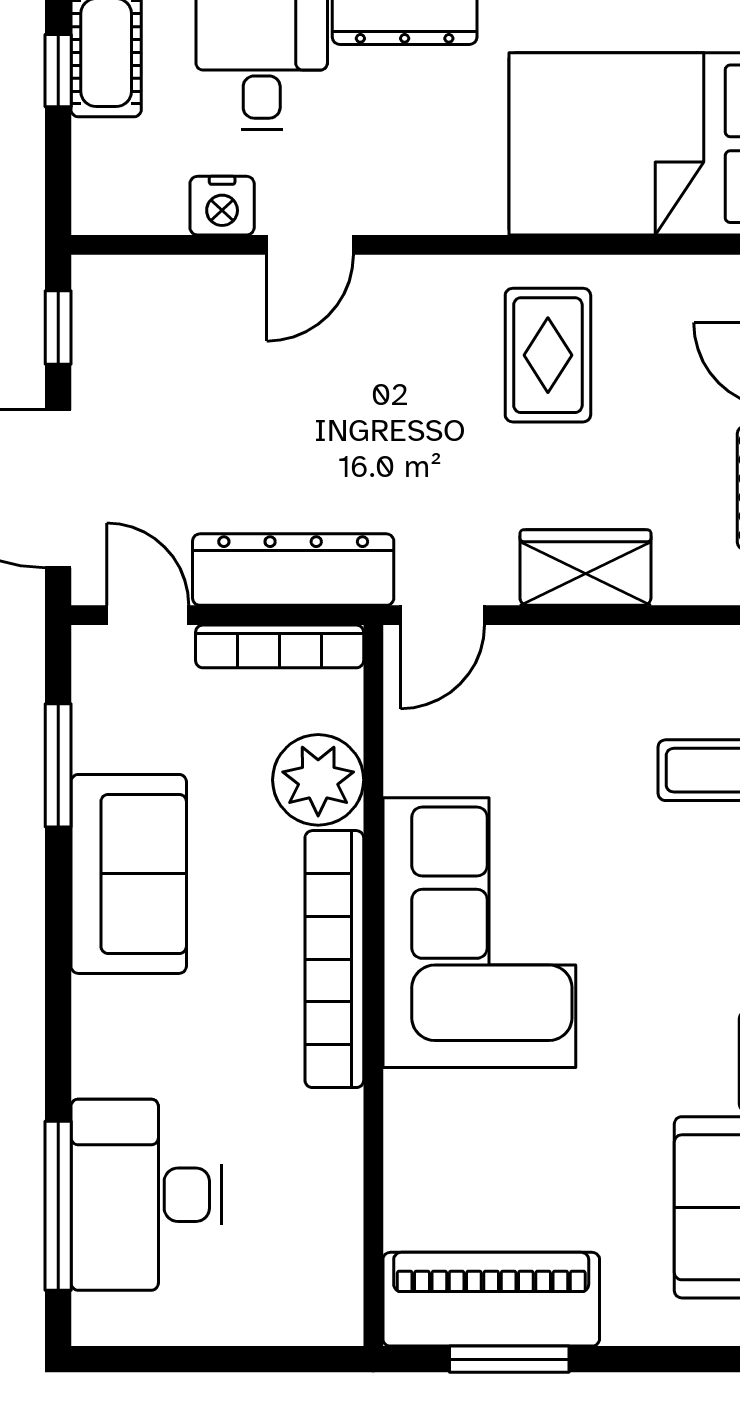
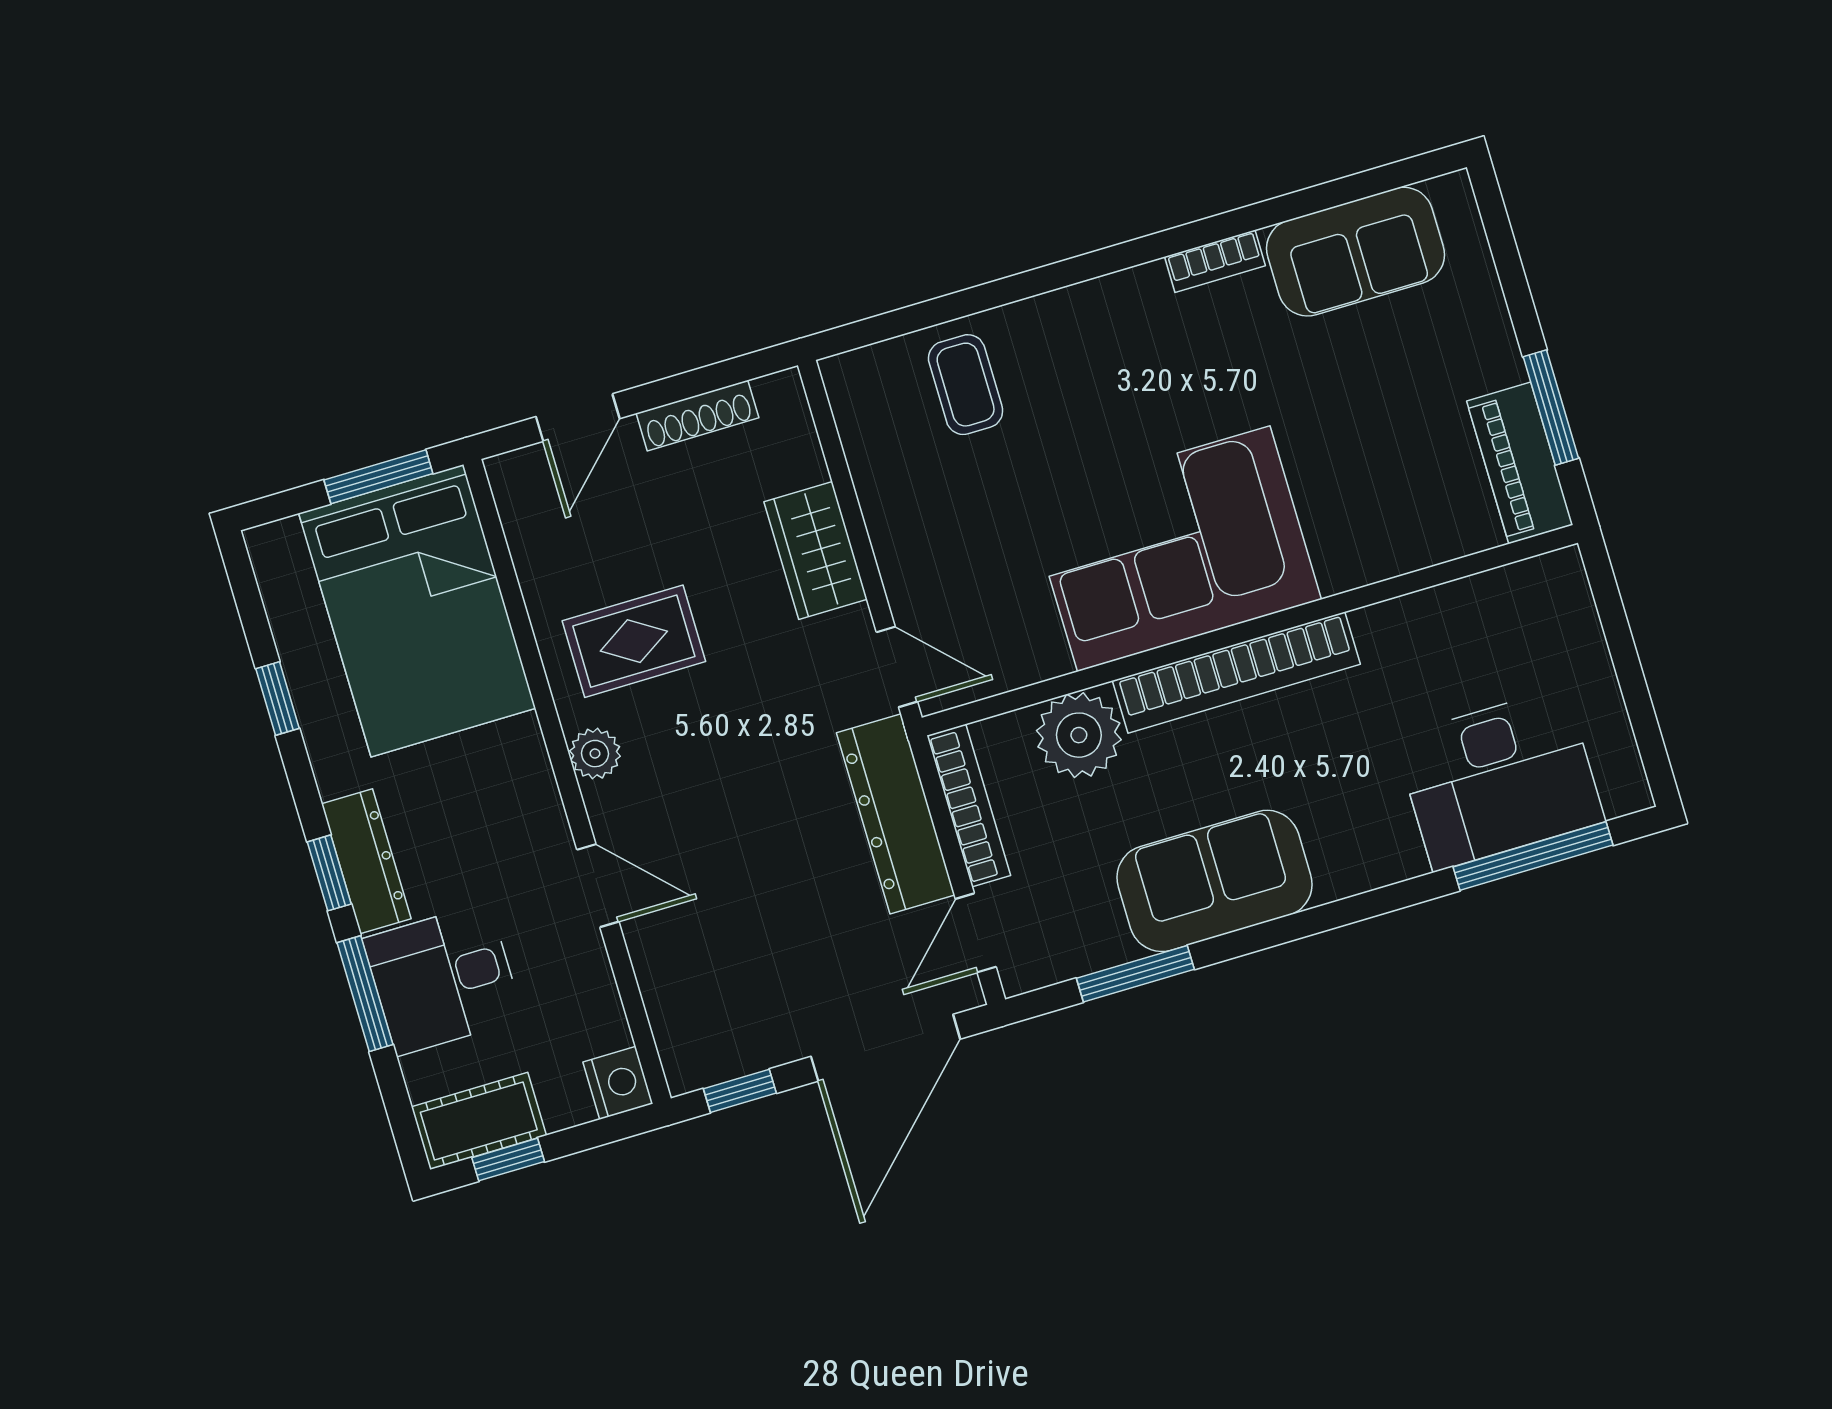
nightstand: (222, 206) -> (618, 1083), moved
plant: (445, 282) -> (595, 754), added
piano: (491, 1299) -> (1520, 463), width x0.73, depth x0.75

